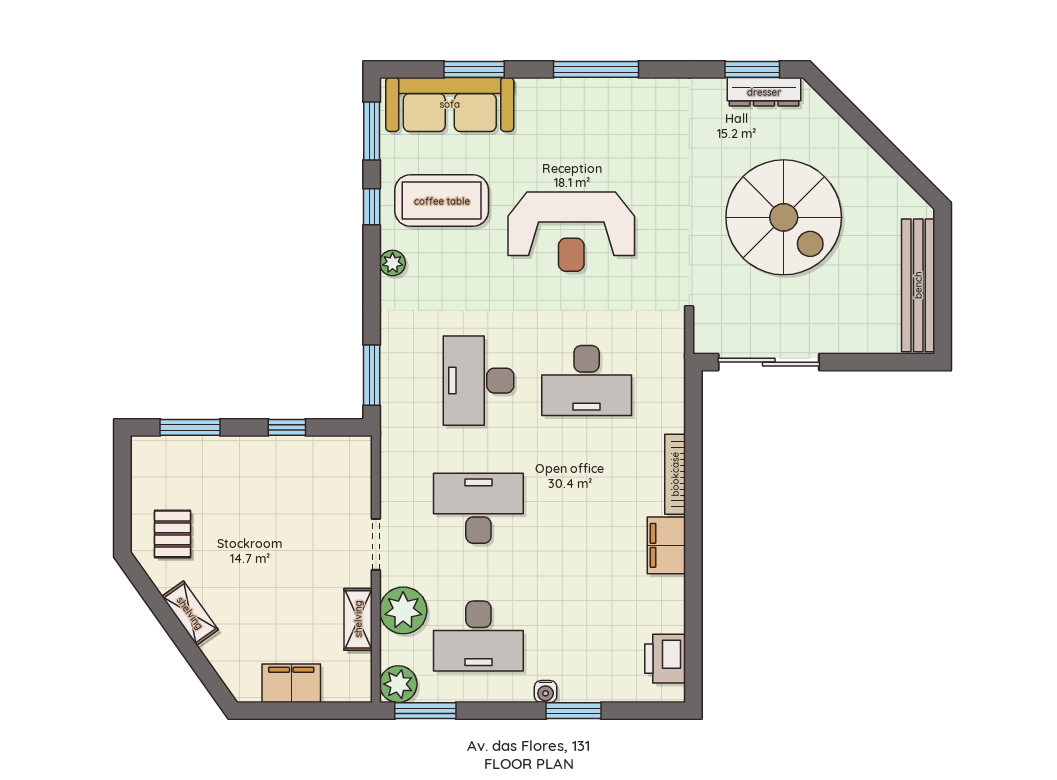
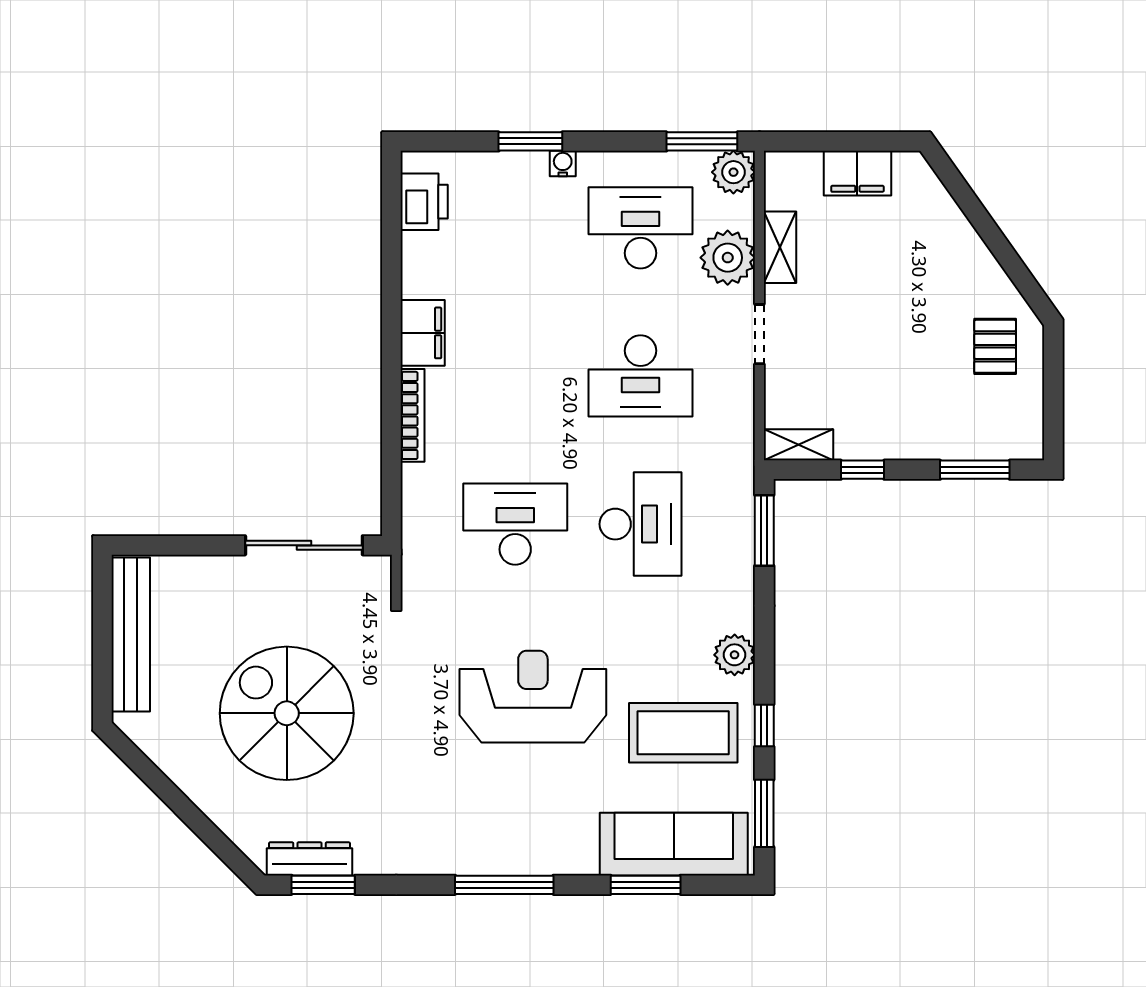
plant: (393, 263) -> (735, 655), width x1.38, depth x1.38
shelving: (190, 613) -> (799, 445), moved, turned -55

